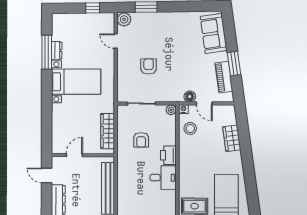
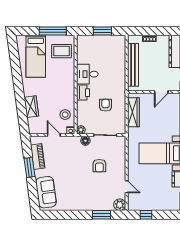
floor lamp: (190, 97) -> (85, 141), moved

